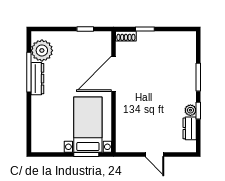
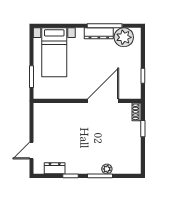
door: (114, 74) -> (103, 101), hinge flipped
plant: (190, 110) -> (107, 169), moved
bed with nightstands: (88, 125) -> (54, 52), moved, turned 90
door: (154, 155) -> (32, 151), moved

